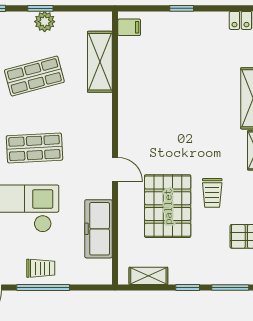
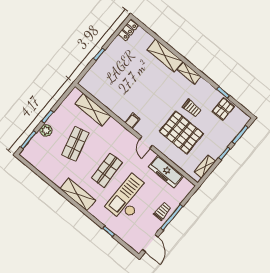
plant: (45, 22) -> (46, 130), moved
filing cabinet: (129, 27) -> (132, 121), moved
door: (115, 169) -> (146, 142), swing flipped

